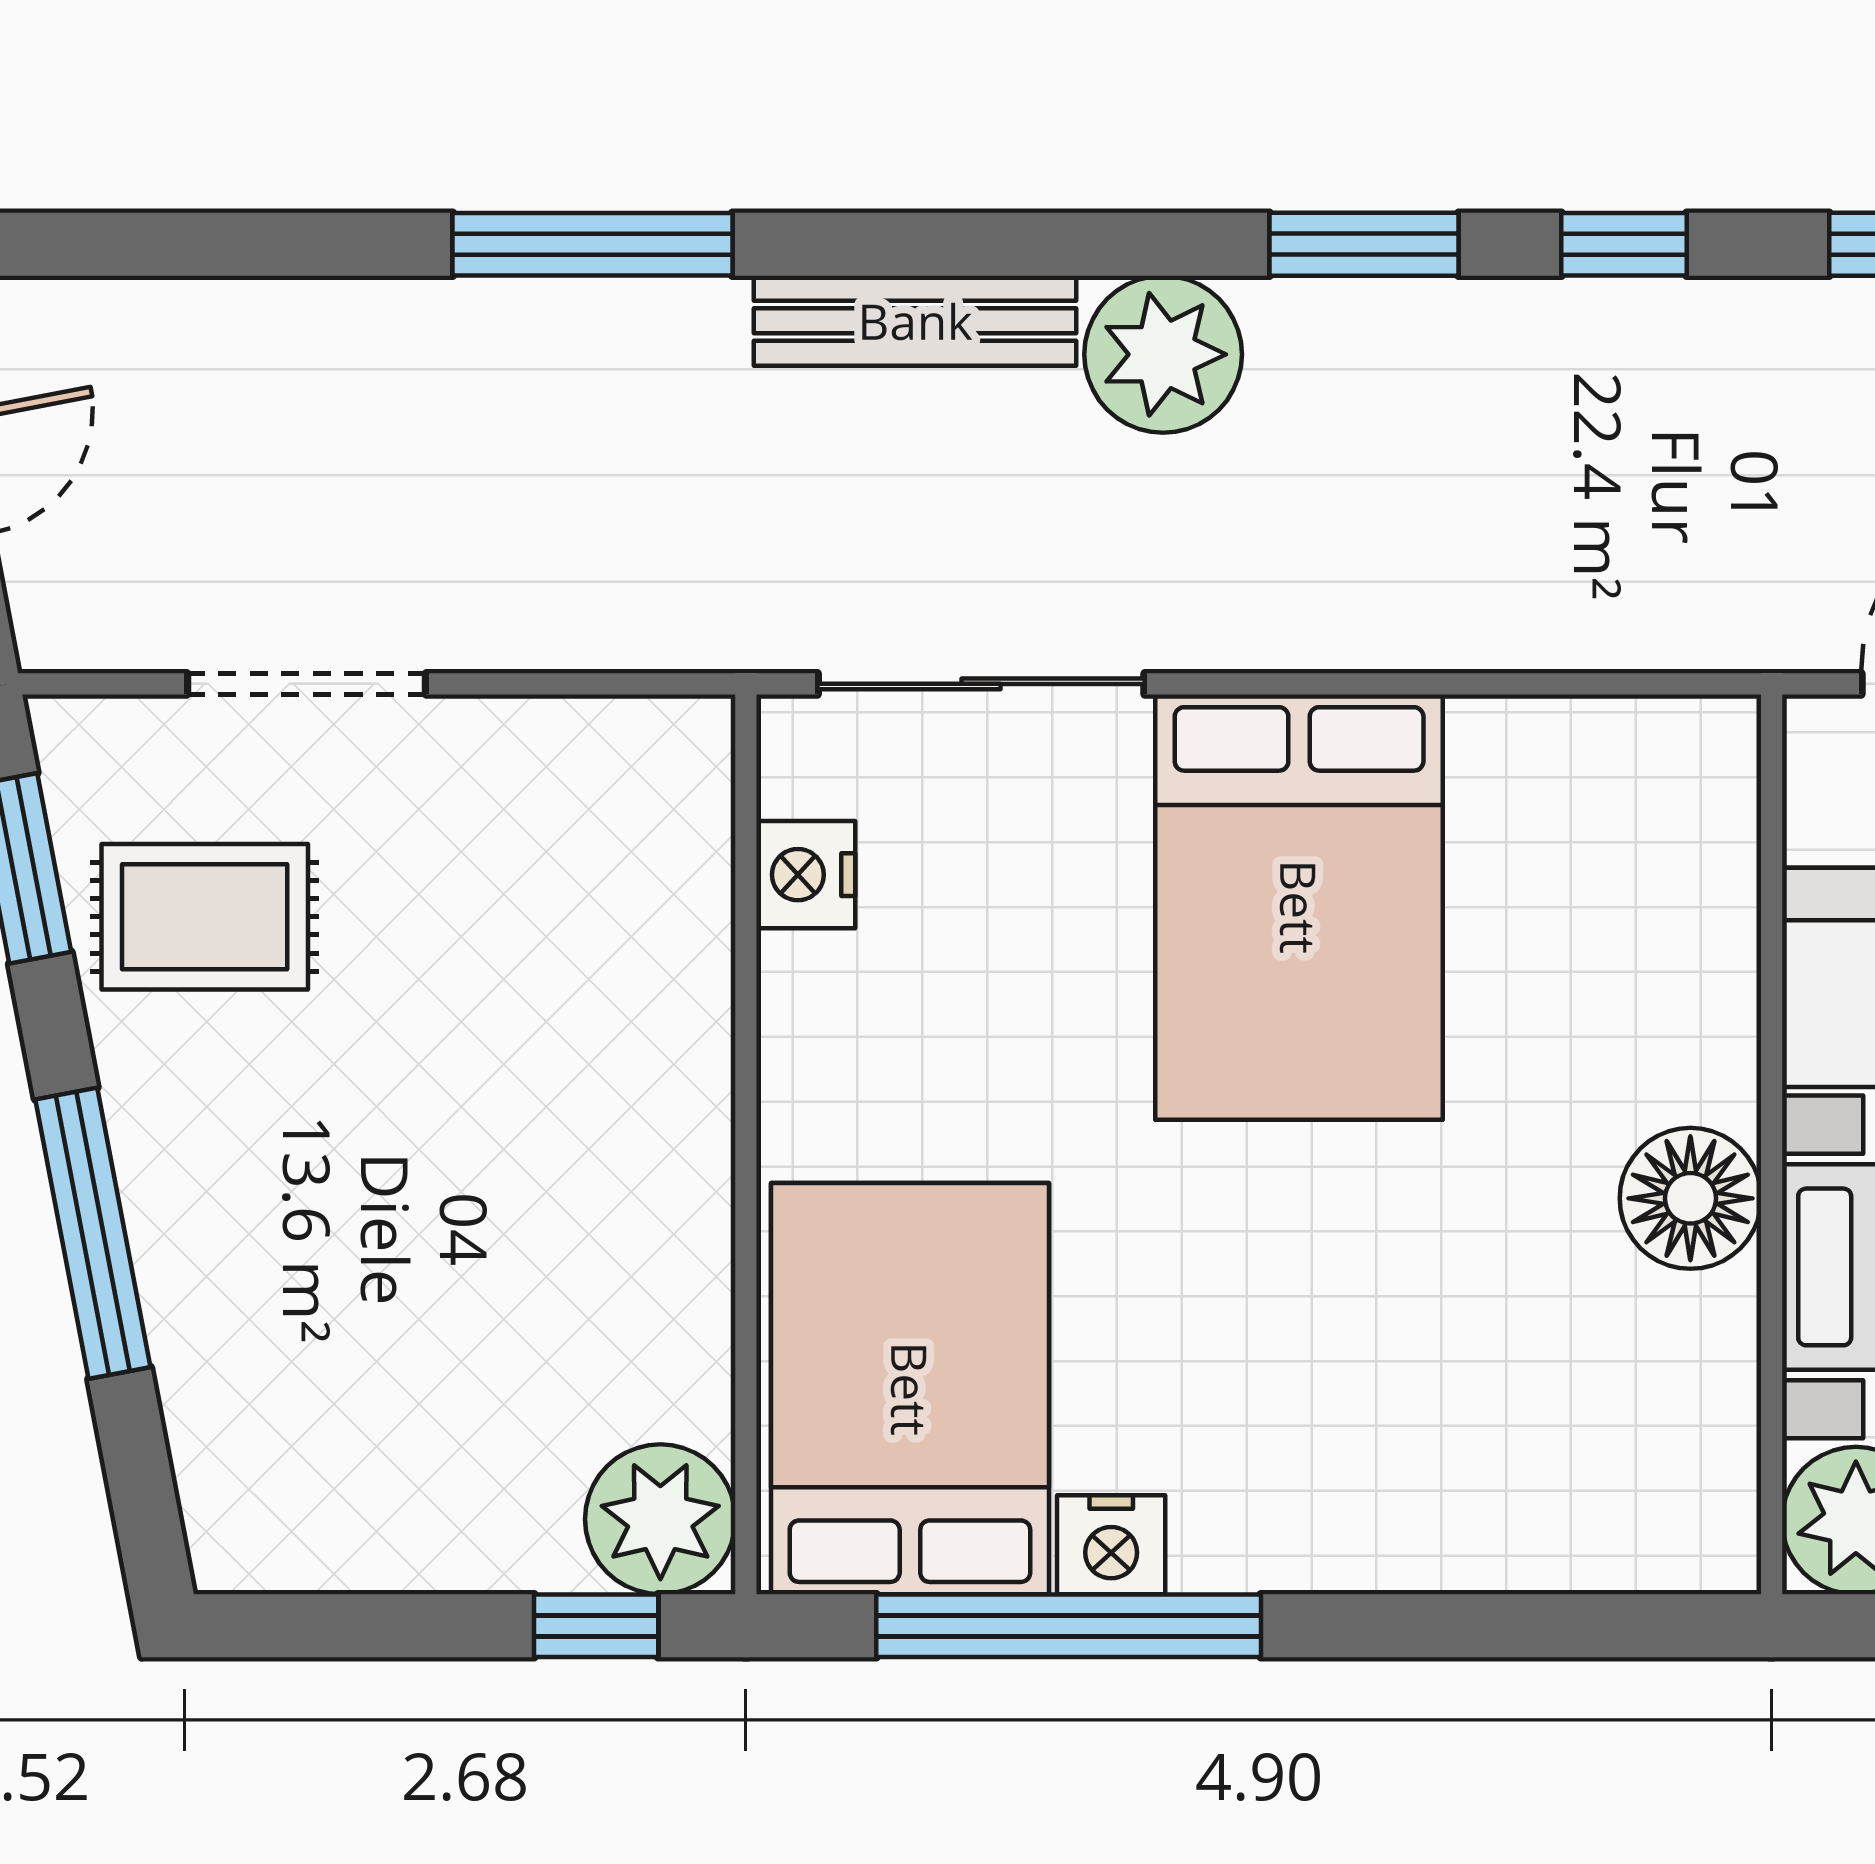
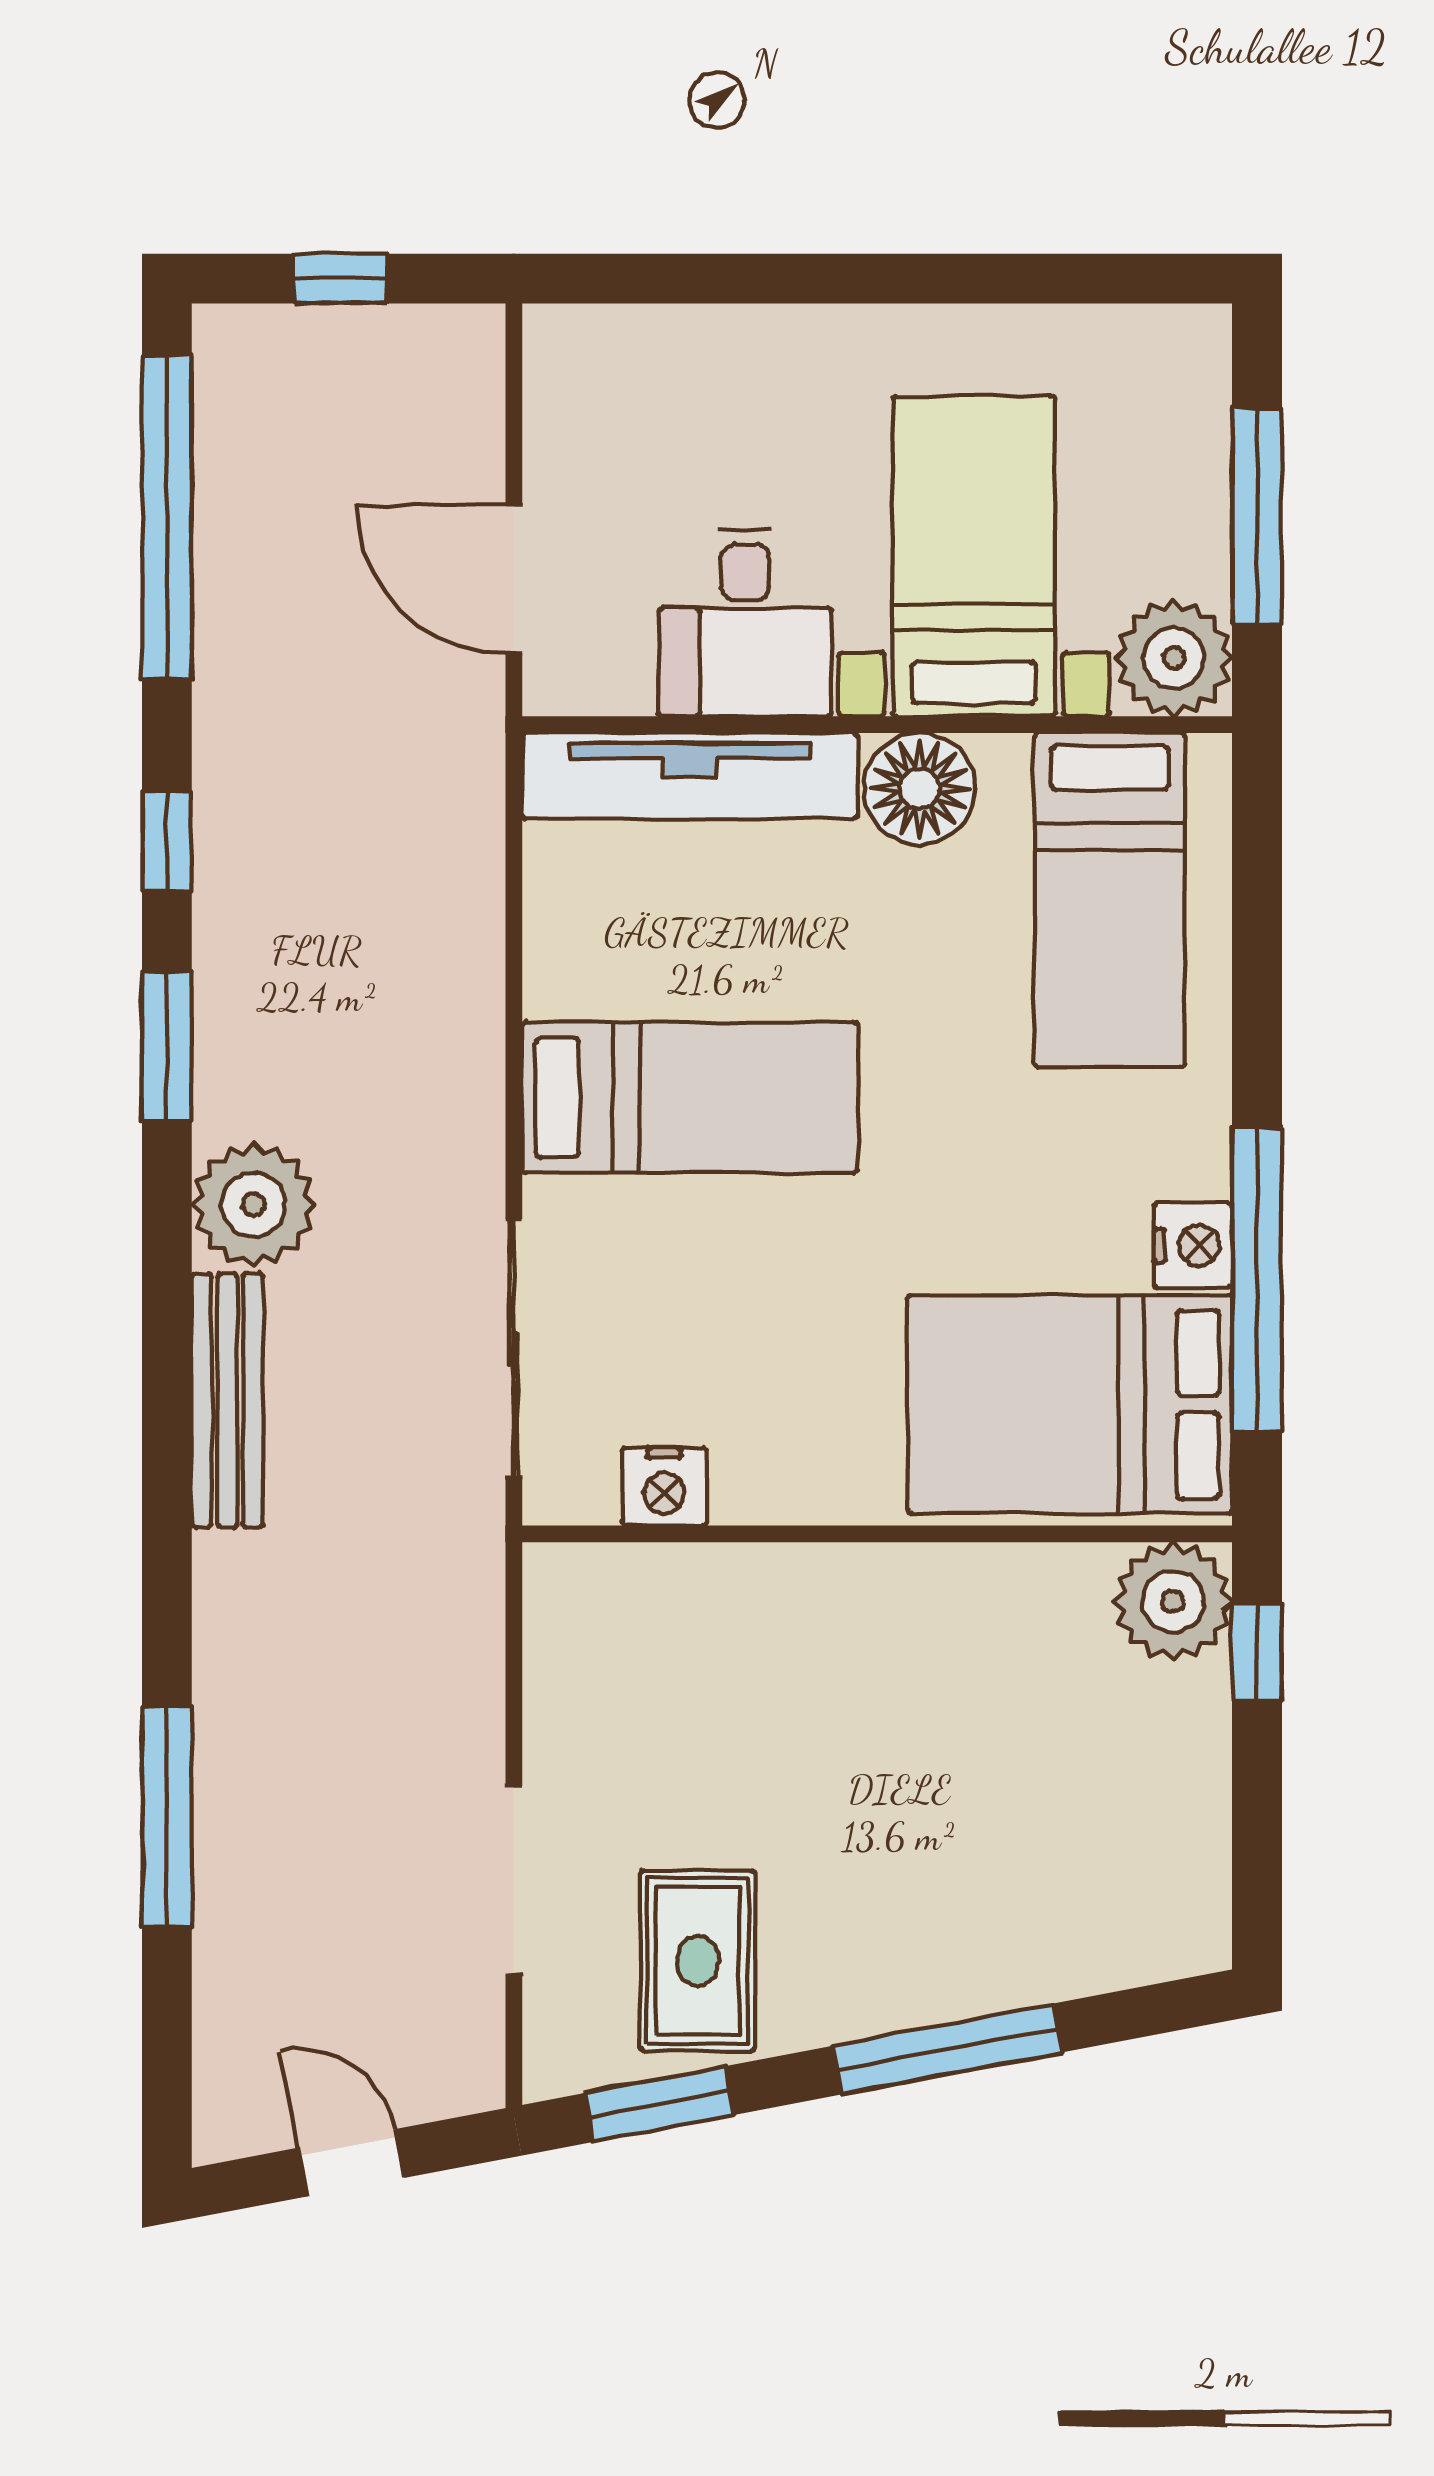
window: (593, 244) -> (167, 1817), moved
bed: (1299, 907) -> (690, 1097), width x0.67
tv unit: (1707, 907) -> (690, 776), added
bed: (1549, 1439) -> (1110, 900), added

